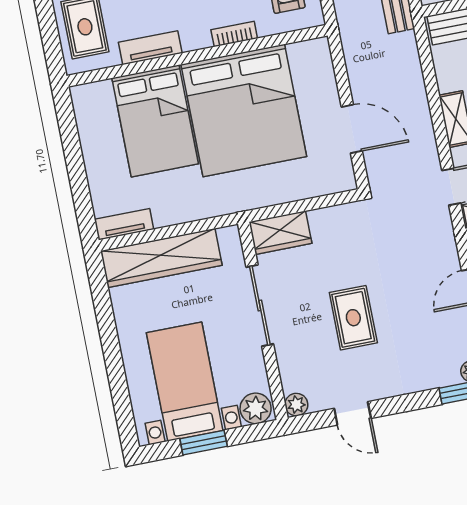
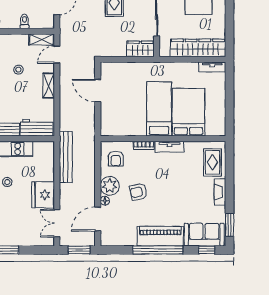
tv unit: (150, 48) -> (169, 147), moved
bed: (244, 111) -> (159, 109), width x0.49

